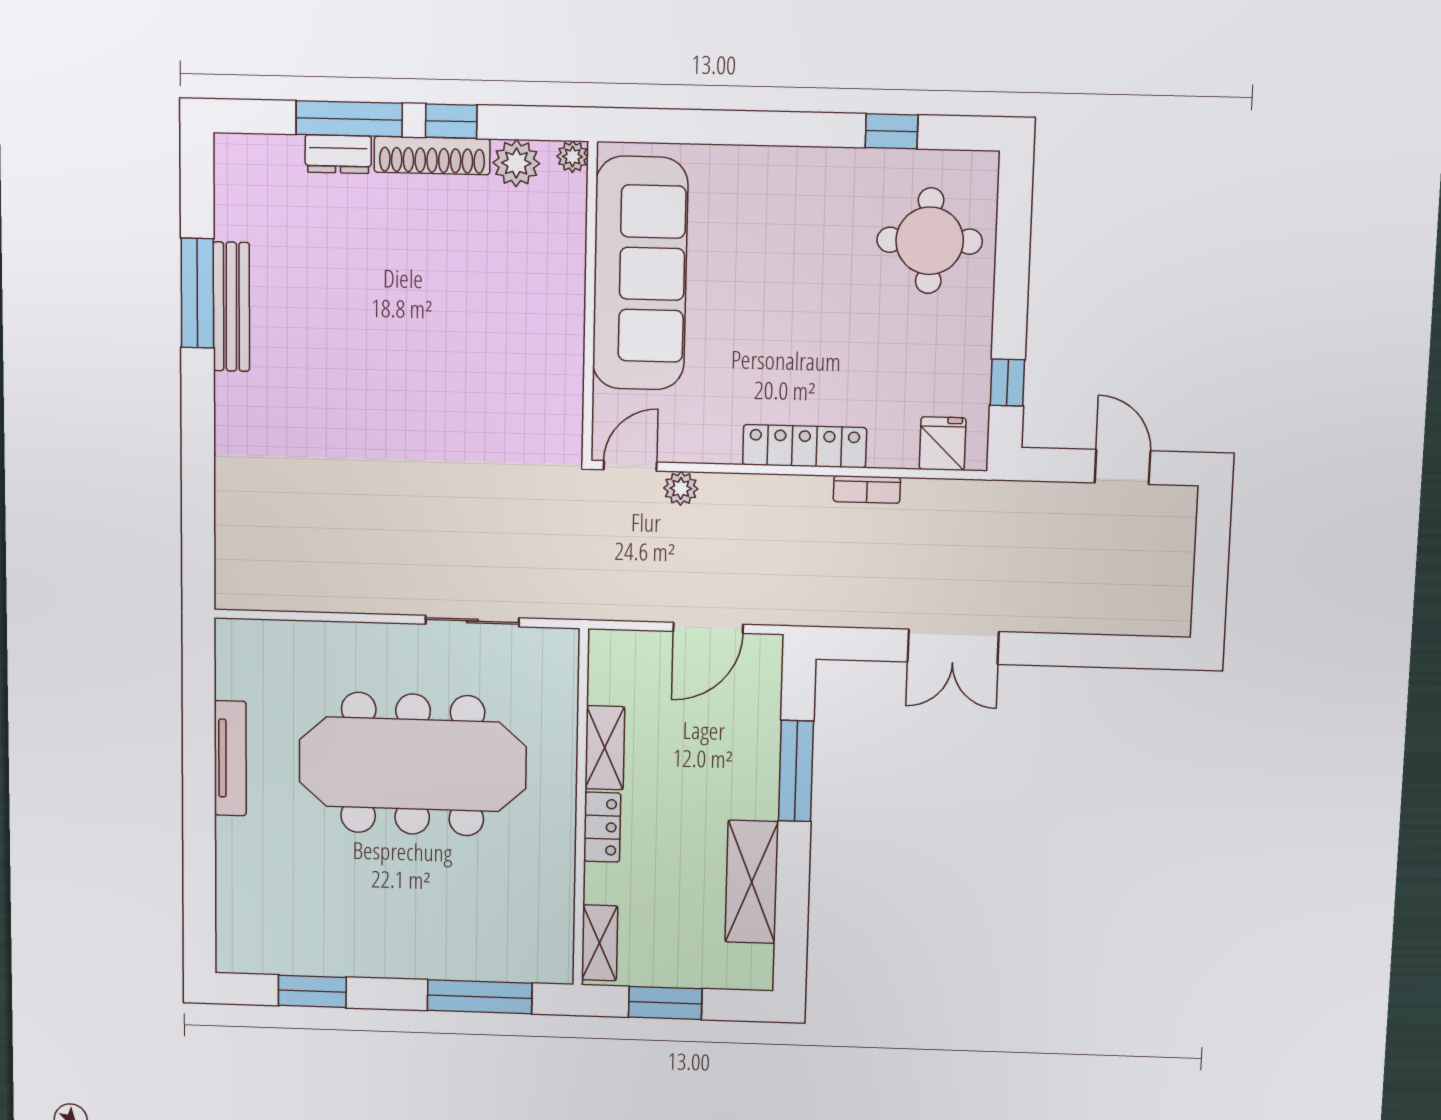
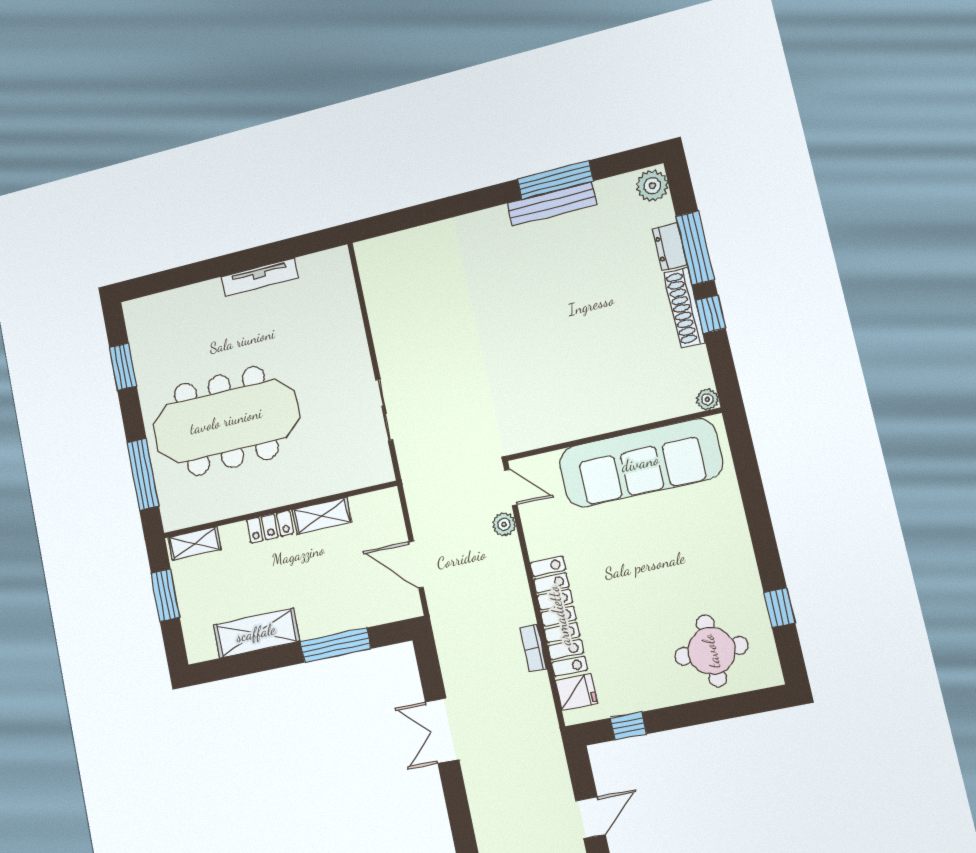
plant: (516, 163) -> (652, 186), moved
locker: (805, 446) -> (559, 616), width x1.41, depth x1.21
meeting table: (413, 764) -> (226, 421), moved, turned 90

